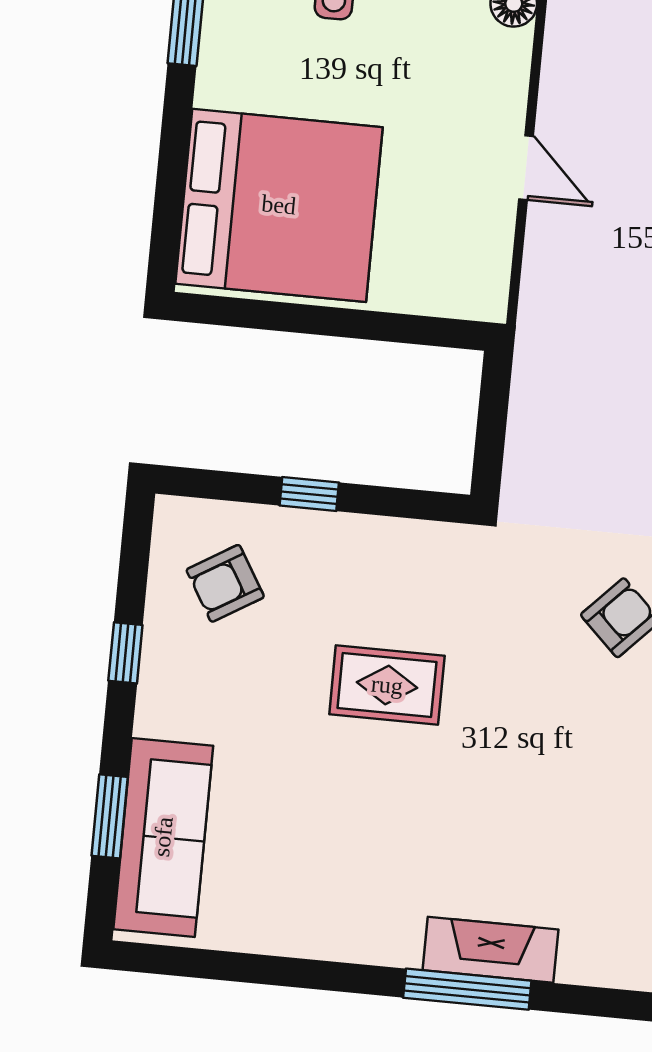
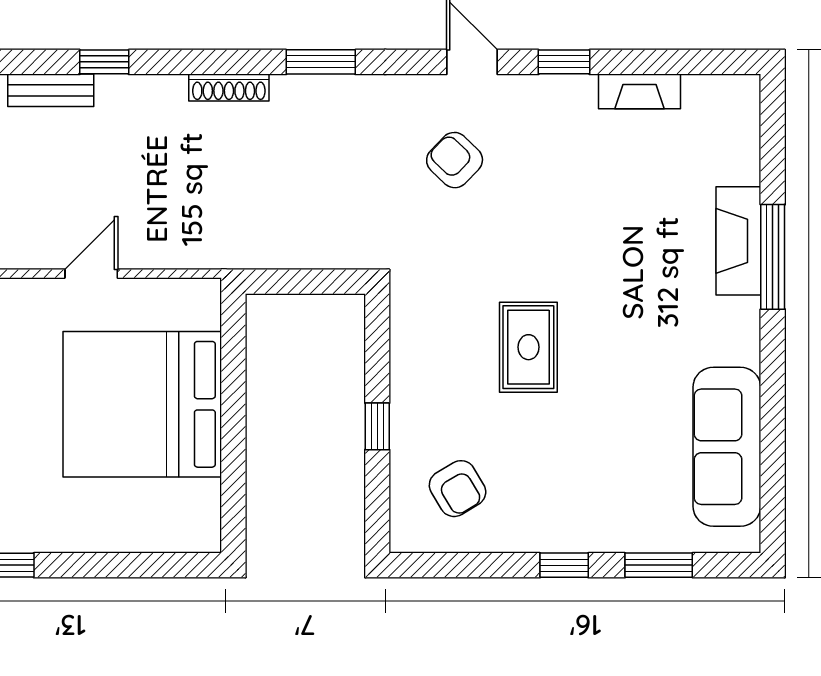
bed: (279, 205) -> (142, 404), moved, turned -90
window: (125, 653) -> (564, 565), moved
sofa: (163, 837) -> (727, 447), moved, turned -90

